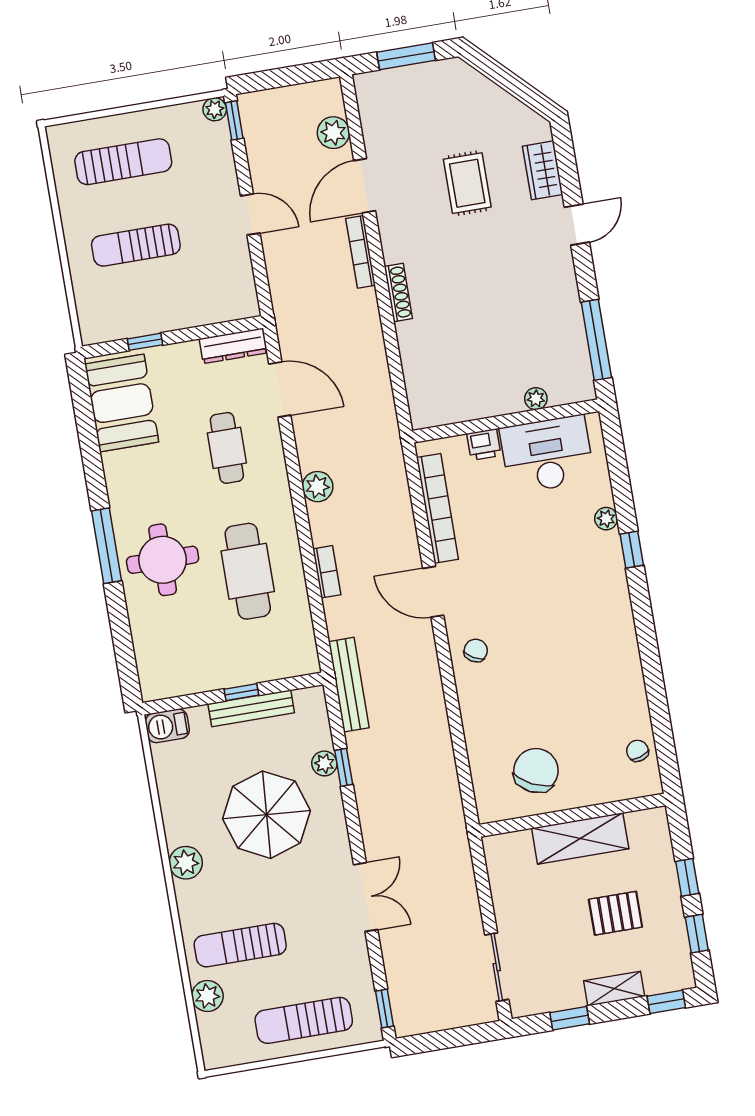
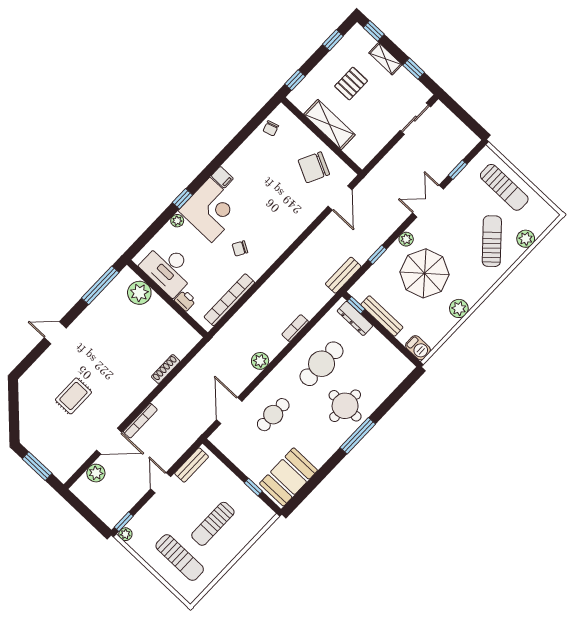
sun lounger: (123, 162) -> (180, 558), turned 180
wardrobe: (543, 170) -> (42, 366), removed
sun lounger: (136, 245) -> (213, 524), turned 90
bench: (242, 278) -> (192, 465), added
shoe rack: (398, 292) -> (166, 369), moved
dresser: (233, 346) -> (355, 318), moved, turned 180
plant: (536, 399) -> (139, 293), width x1.88, depth x1.88
corner desk: (585, 578) -> (211, 210), added
door: (433, 592) -> (340, 198), moved
filing cabinet: (620, 629) -> (222, 177), added
chair: (476, 650) -> (240, 248), moved
bench: (349, 685) -> (343, 275), width x0.73
window: (241, 692) -> (356, 305), moved
plant: (324, 763) -> (406, 239), moved
plant: (186, 863) -> (459, 308), moved
window: (687, 877) -> (295, 80), moved
pallet: (615, 913) -> (351, 84), turned 90
sun lounger: (240, 945) -> (492, 241), turned -132
window: (384, 1009) -> (458, 170), moved

